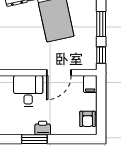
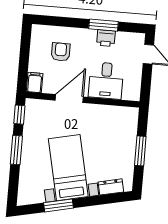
armchair: (87, 119) -> (61, 52), moved
printer: (43, 128) -> (106, 38), moved

